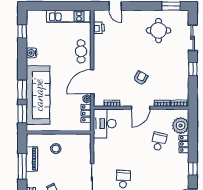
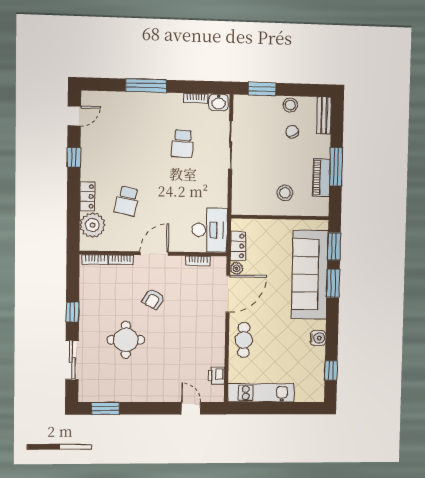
round table: (159, 30) -> (126, 340), moved

